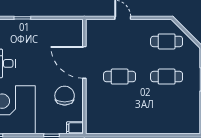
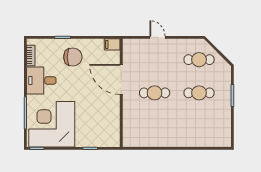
chair: (65, 96) -> (73, 57), moved, turned 90
filing cabinet: (75, 128) -> (112, 44), moved

